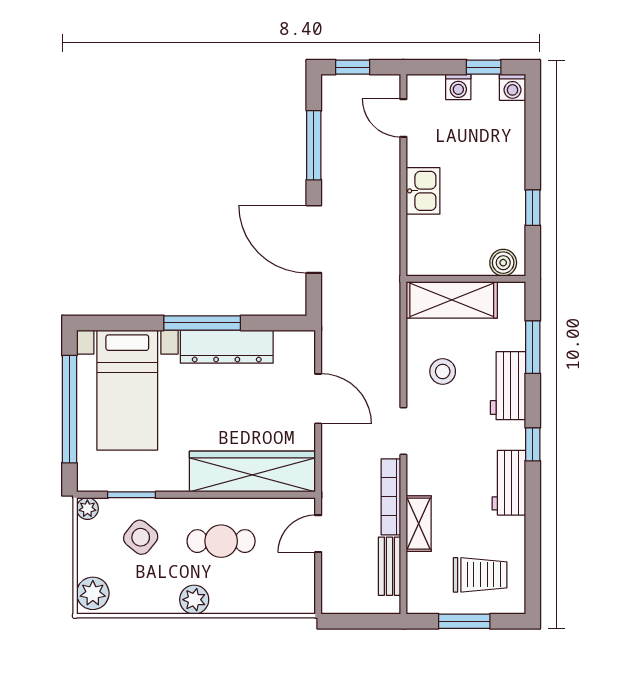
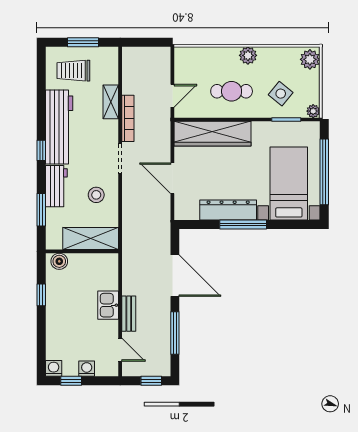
workbench: (509, 483) -> (59, 127), width x1.88, depth x1.32
bench: (389, 566) -> (129, 314), moved

